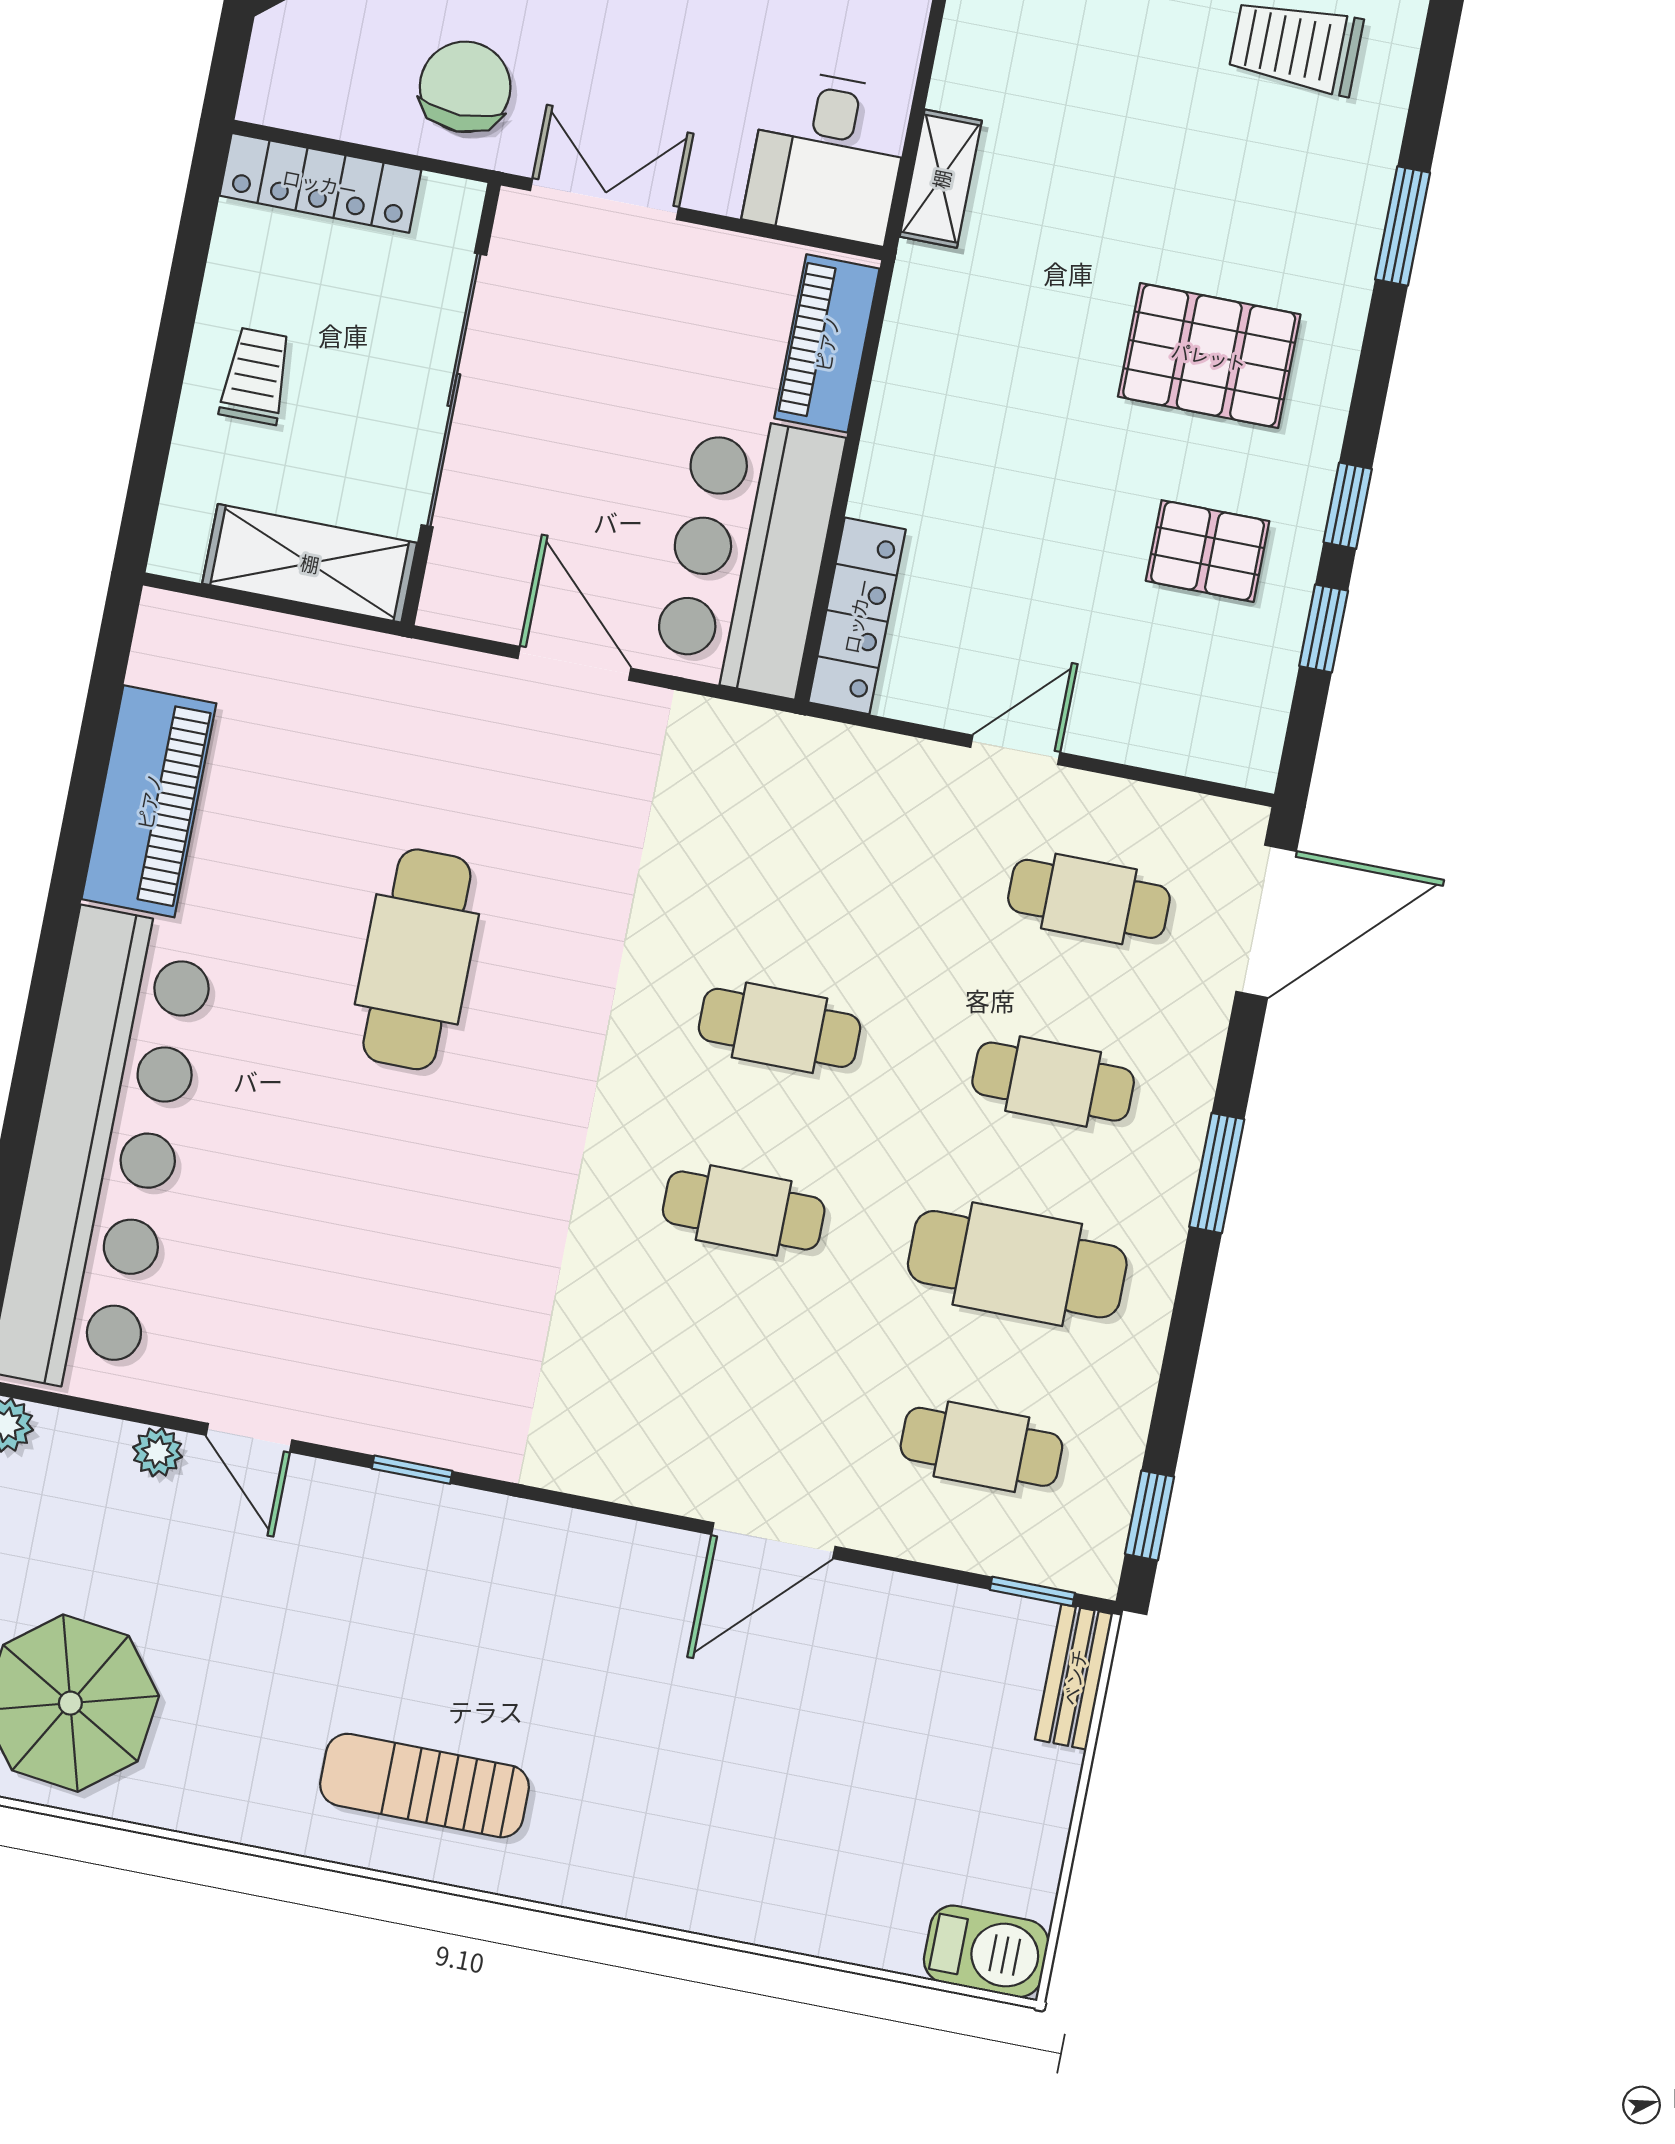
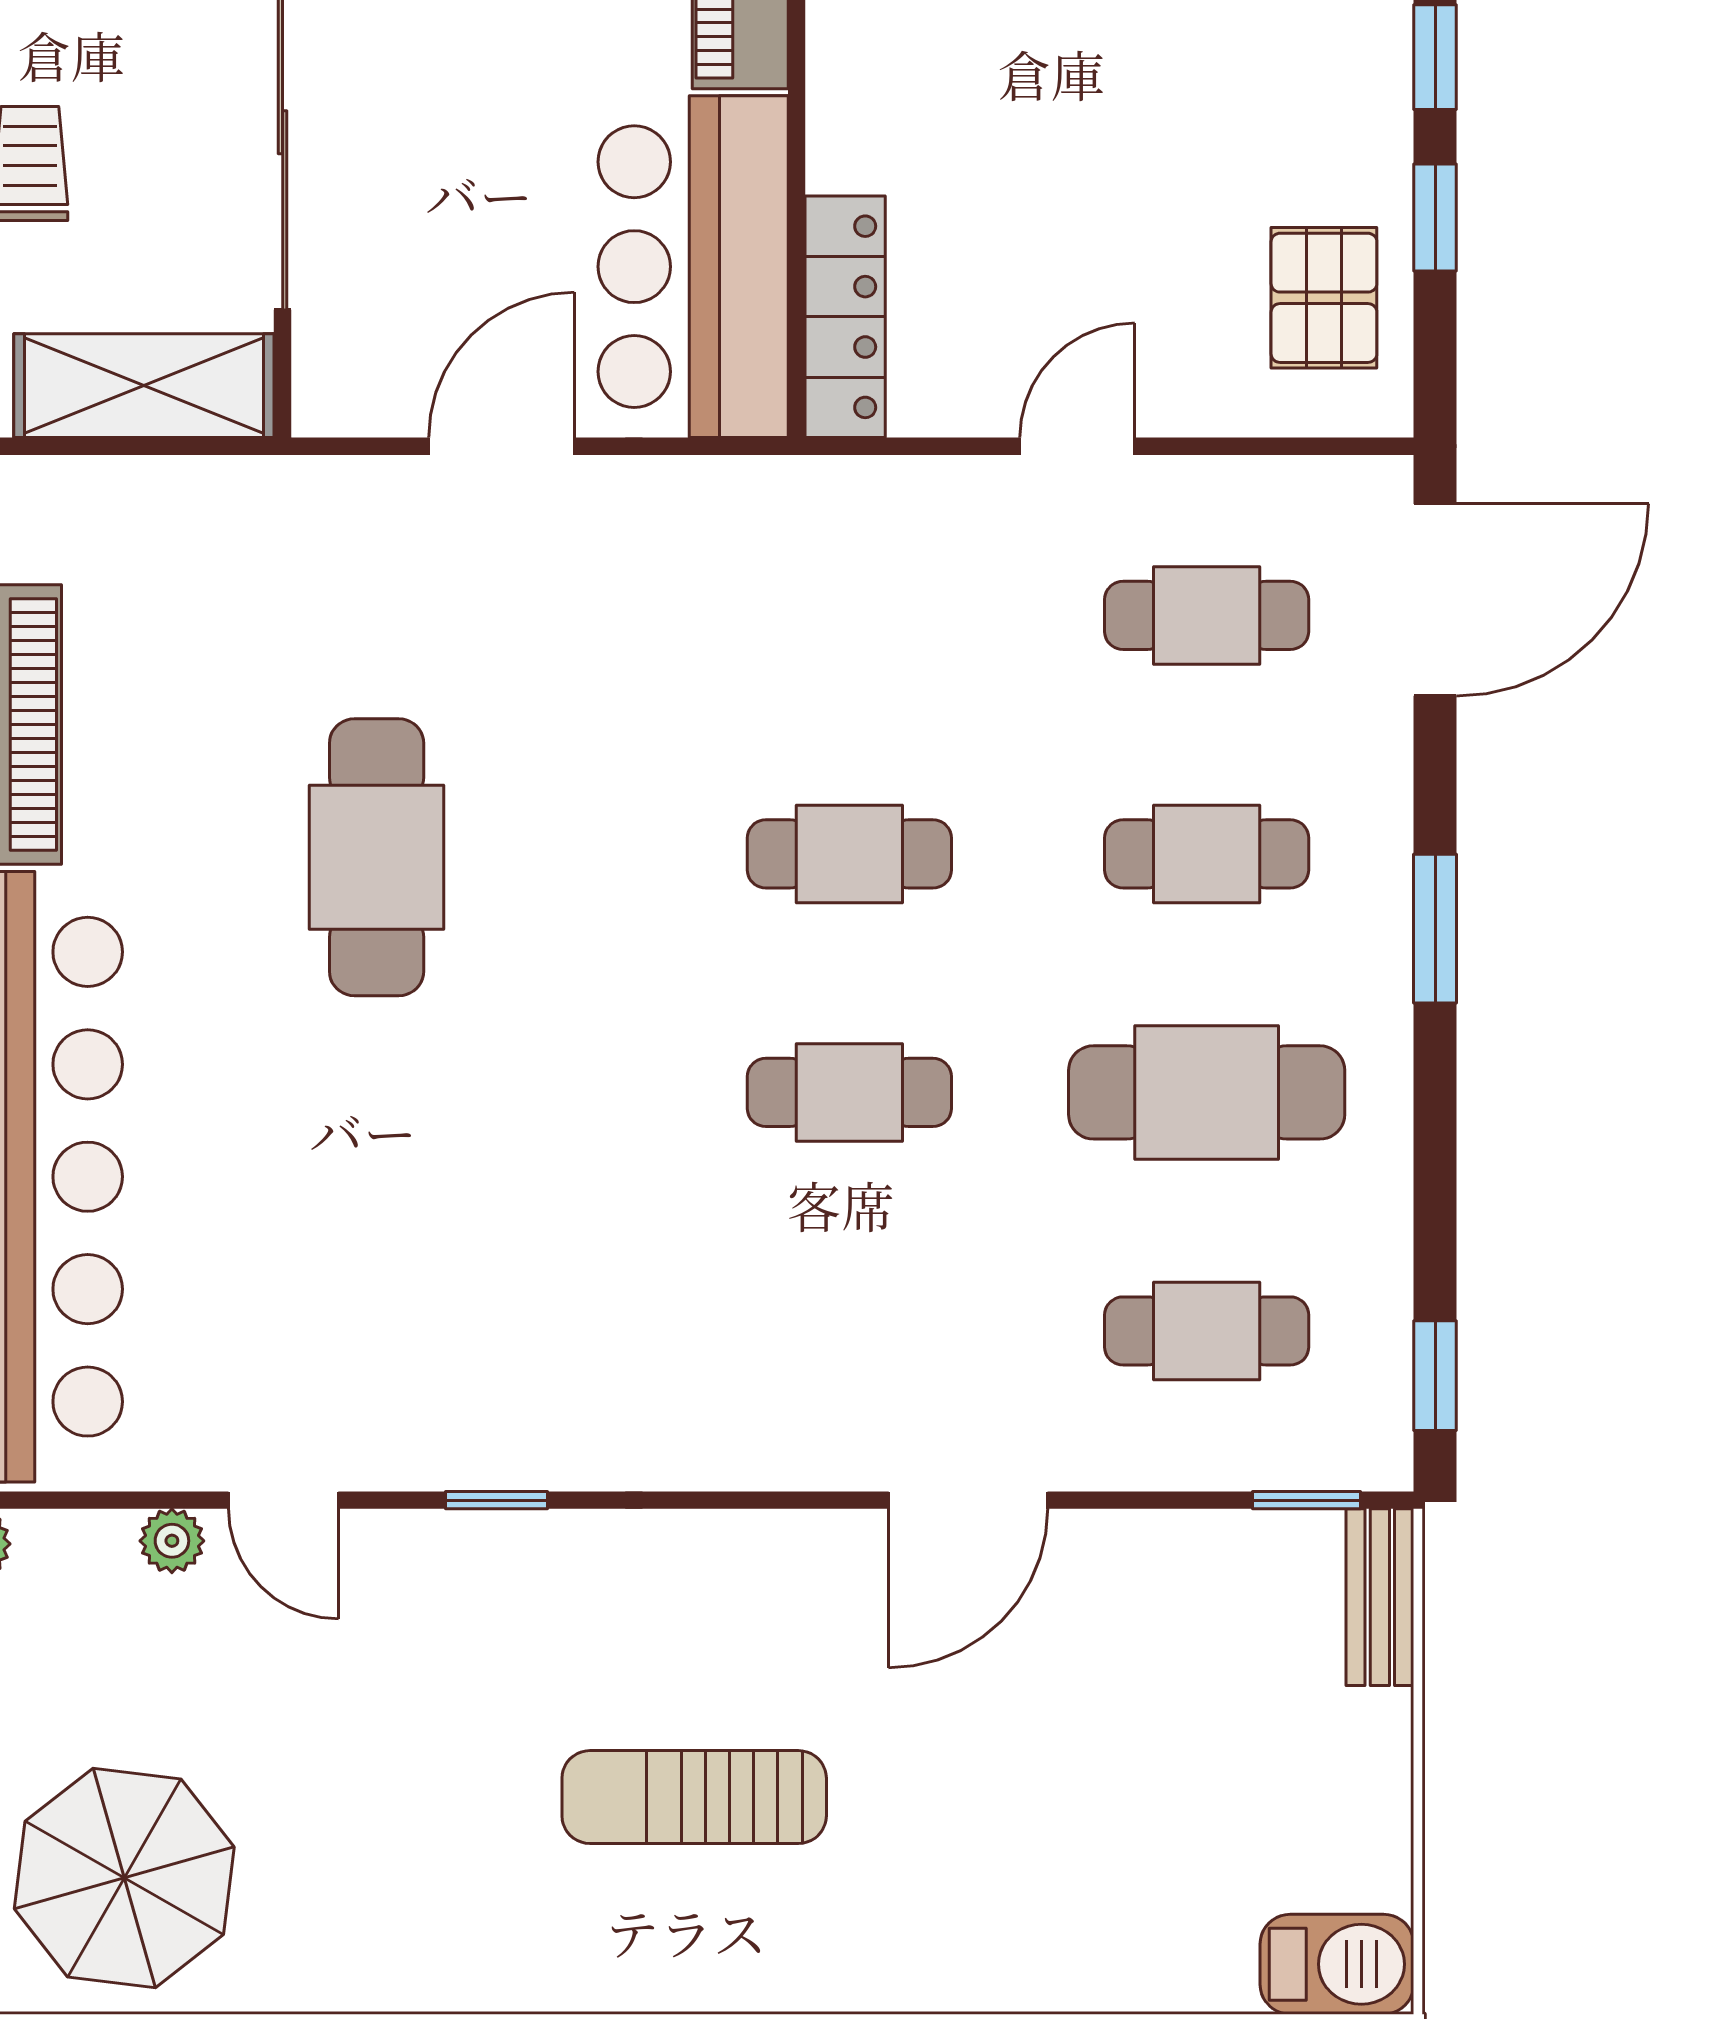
pallet: (1208, 551) -> (1324, 298), moved, turned 90
door: (574, 663) -> (502, 446), hinge flipped
sun lounger: (425, 1786) -> (694, 1797), moved

